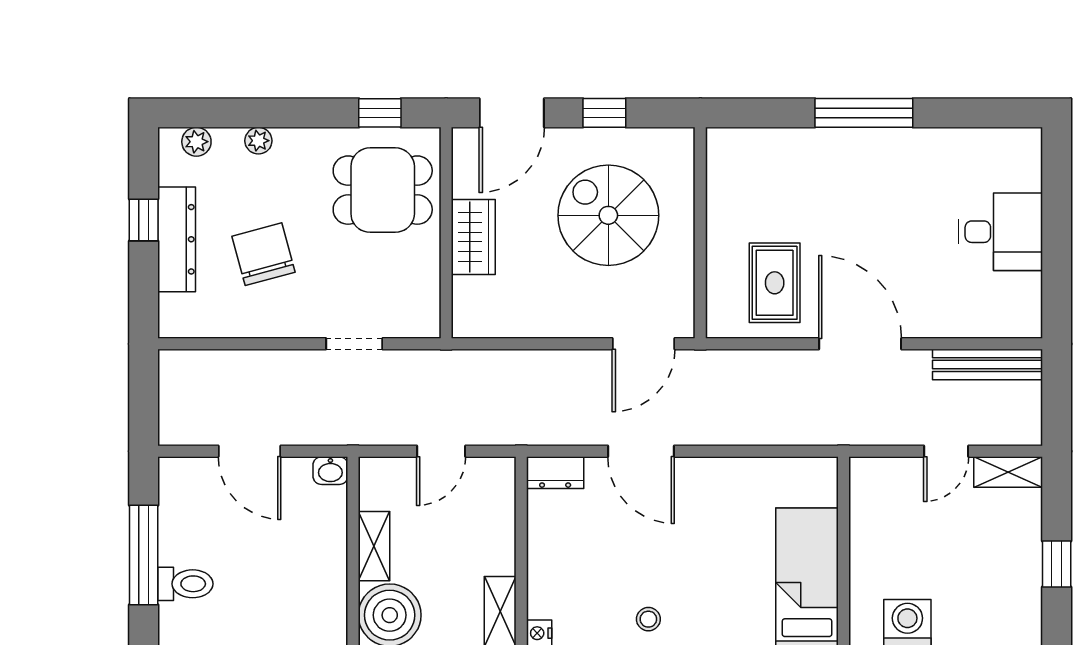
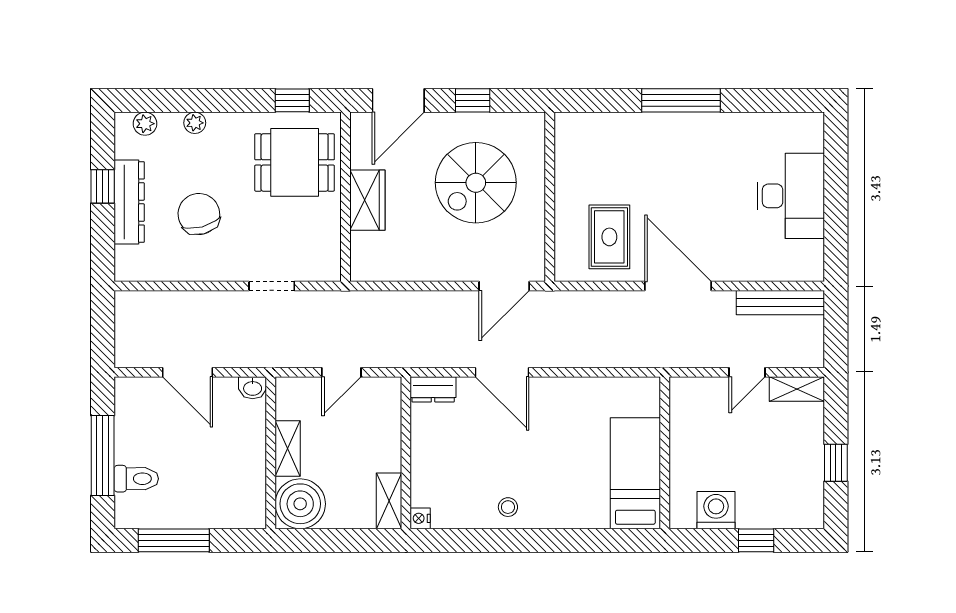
spiral stairs: (608, 215) -> (476, 183), turned -90
desk: (1000, 232) -> (791, 196), width x1.37

